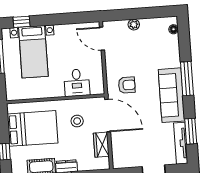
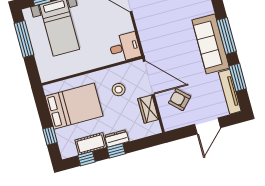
window: (187, 79) -> (226, 36), moved
desk: (77, 83) -> (125, 47), moved, turned -90
armchair: (127, 85) -> (180, 100), moved, turned -136

